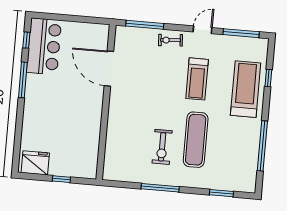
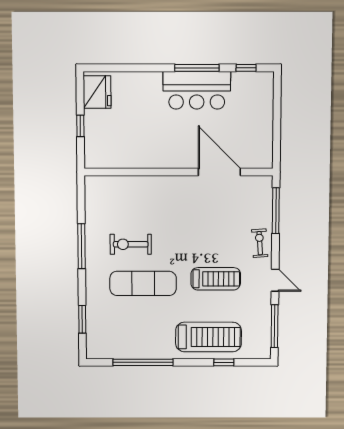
bar counter: (44, 46) -> (197, 90), moved
door: (109, 69) -> (219, 172), hinge flipped
treadmill: (197, 79) -> (216, 279), turned 180

